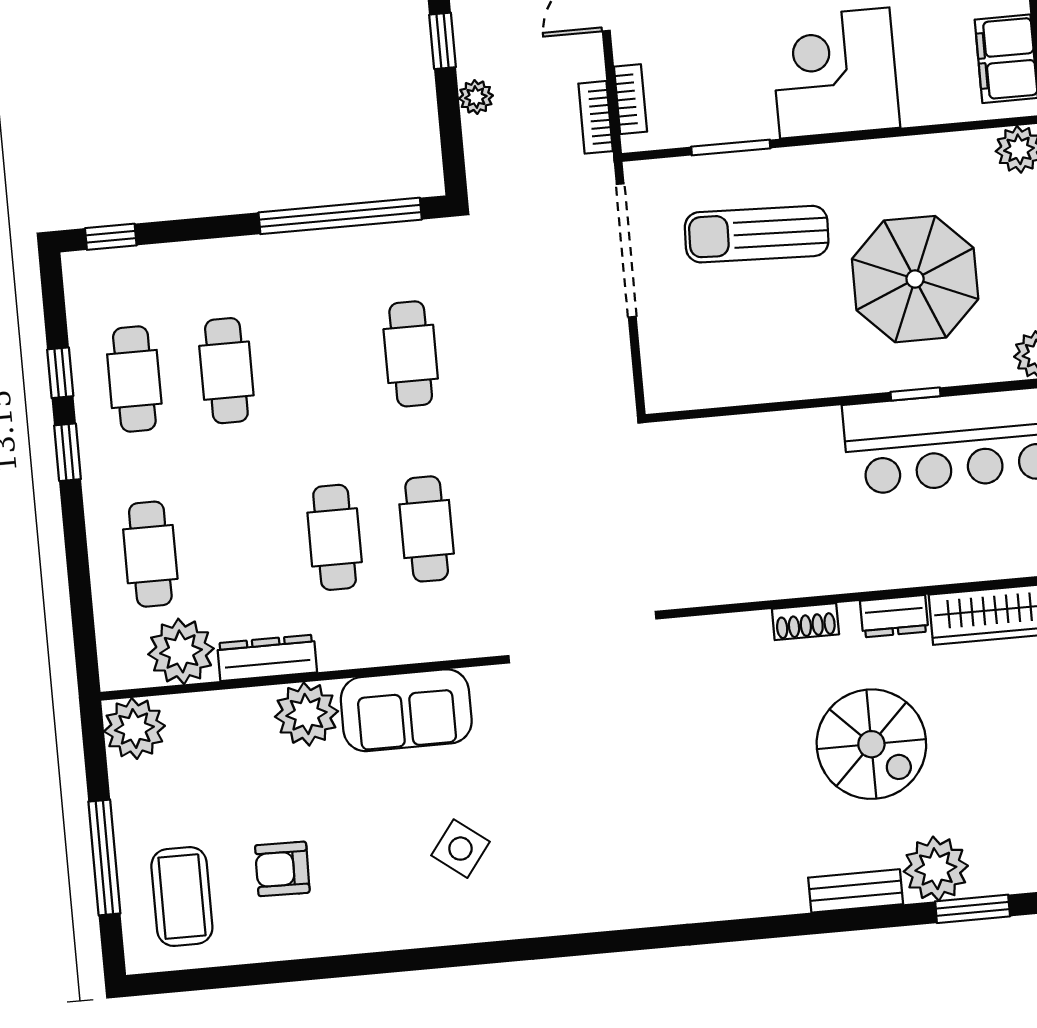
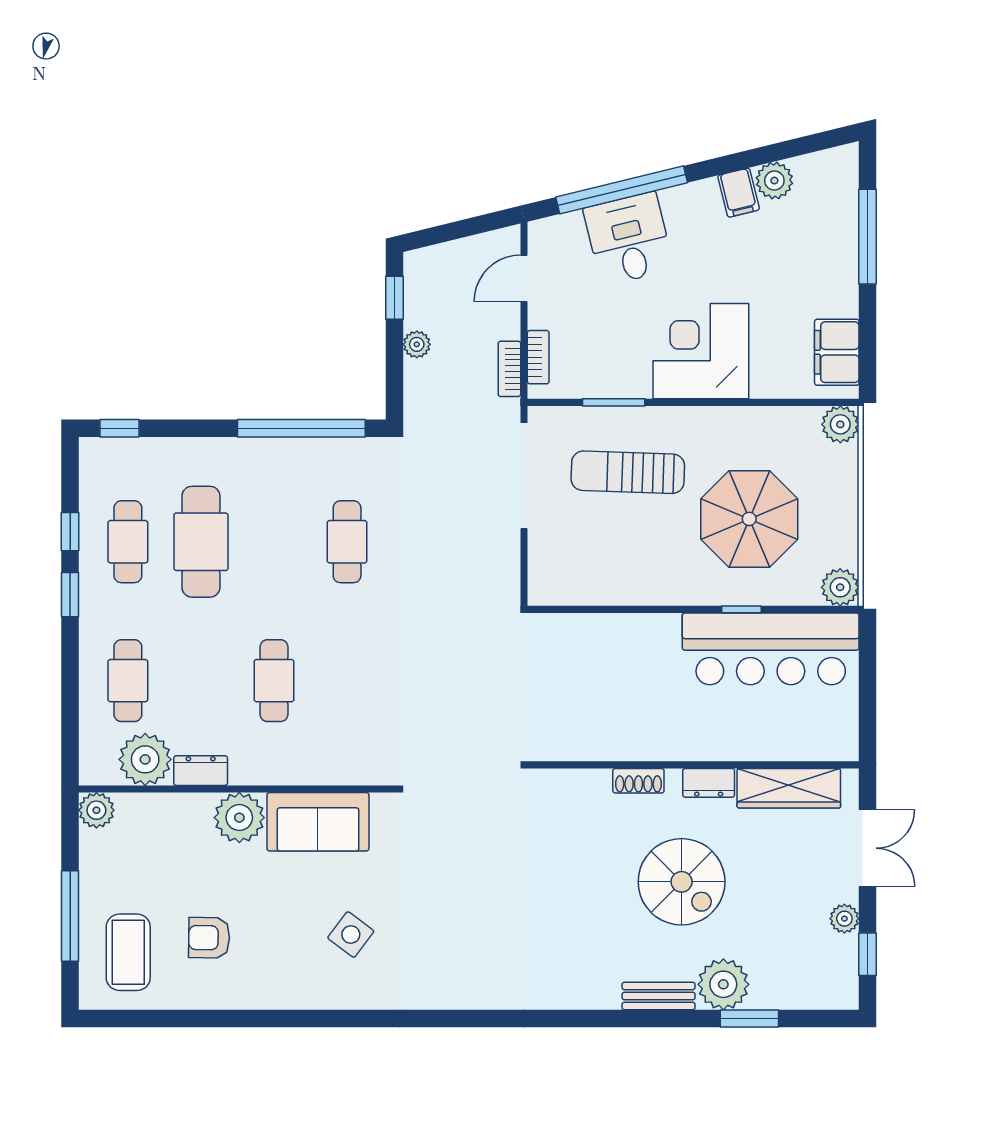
cafe table: (226, 371) -> (201, 542), width x1.37, depth x1.35
cafe table: (427, 529) -> (347, 681), removed
dresser: (267, 658) -> (201, 771), width x0.70
plant: (134, 728) -> (96, 810), width x0.73, depth x0.73

